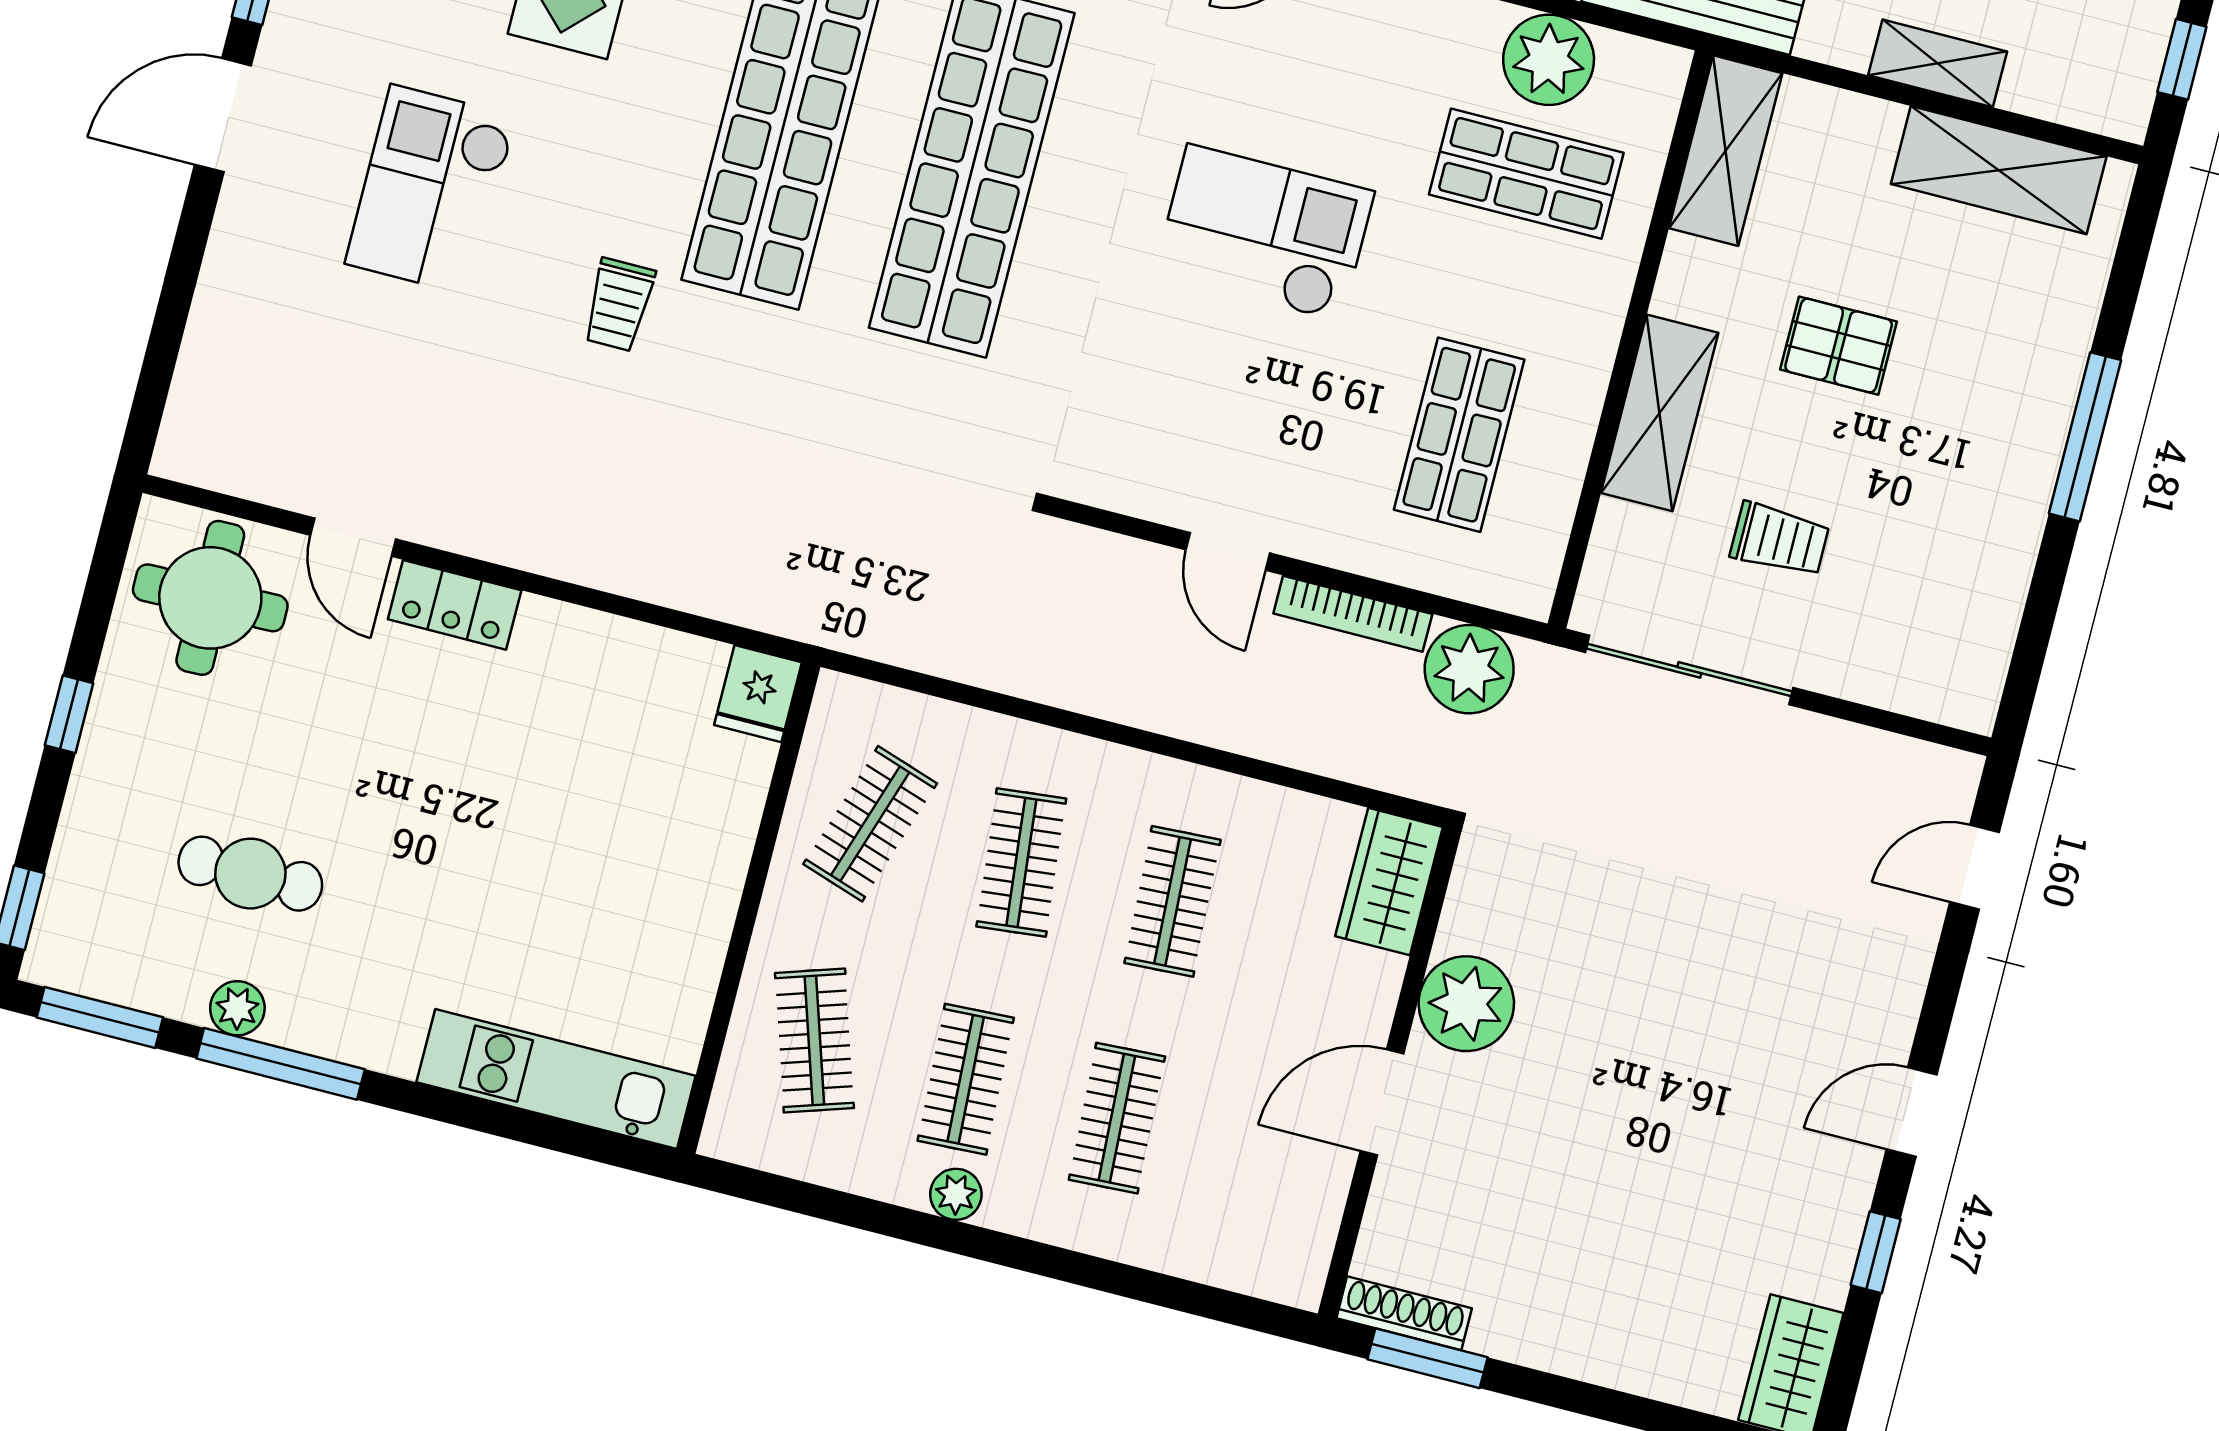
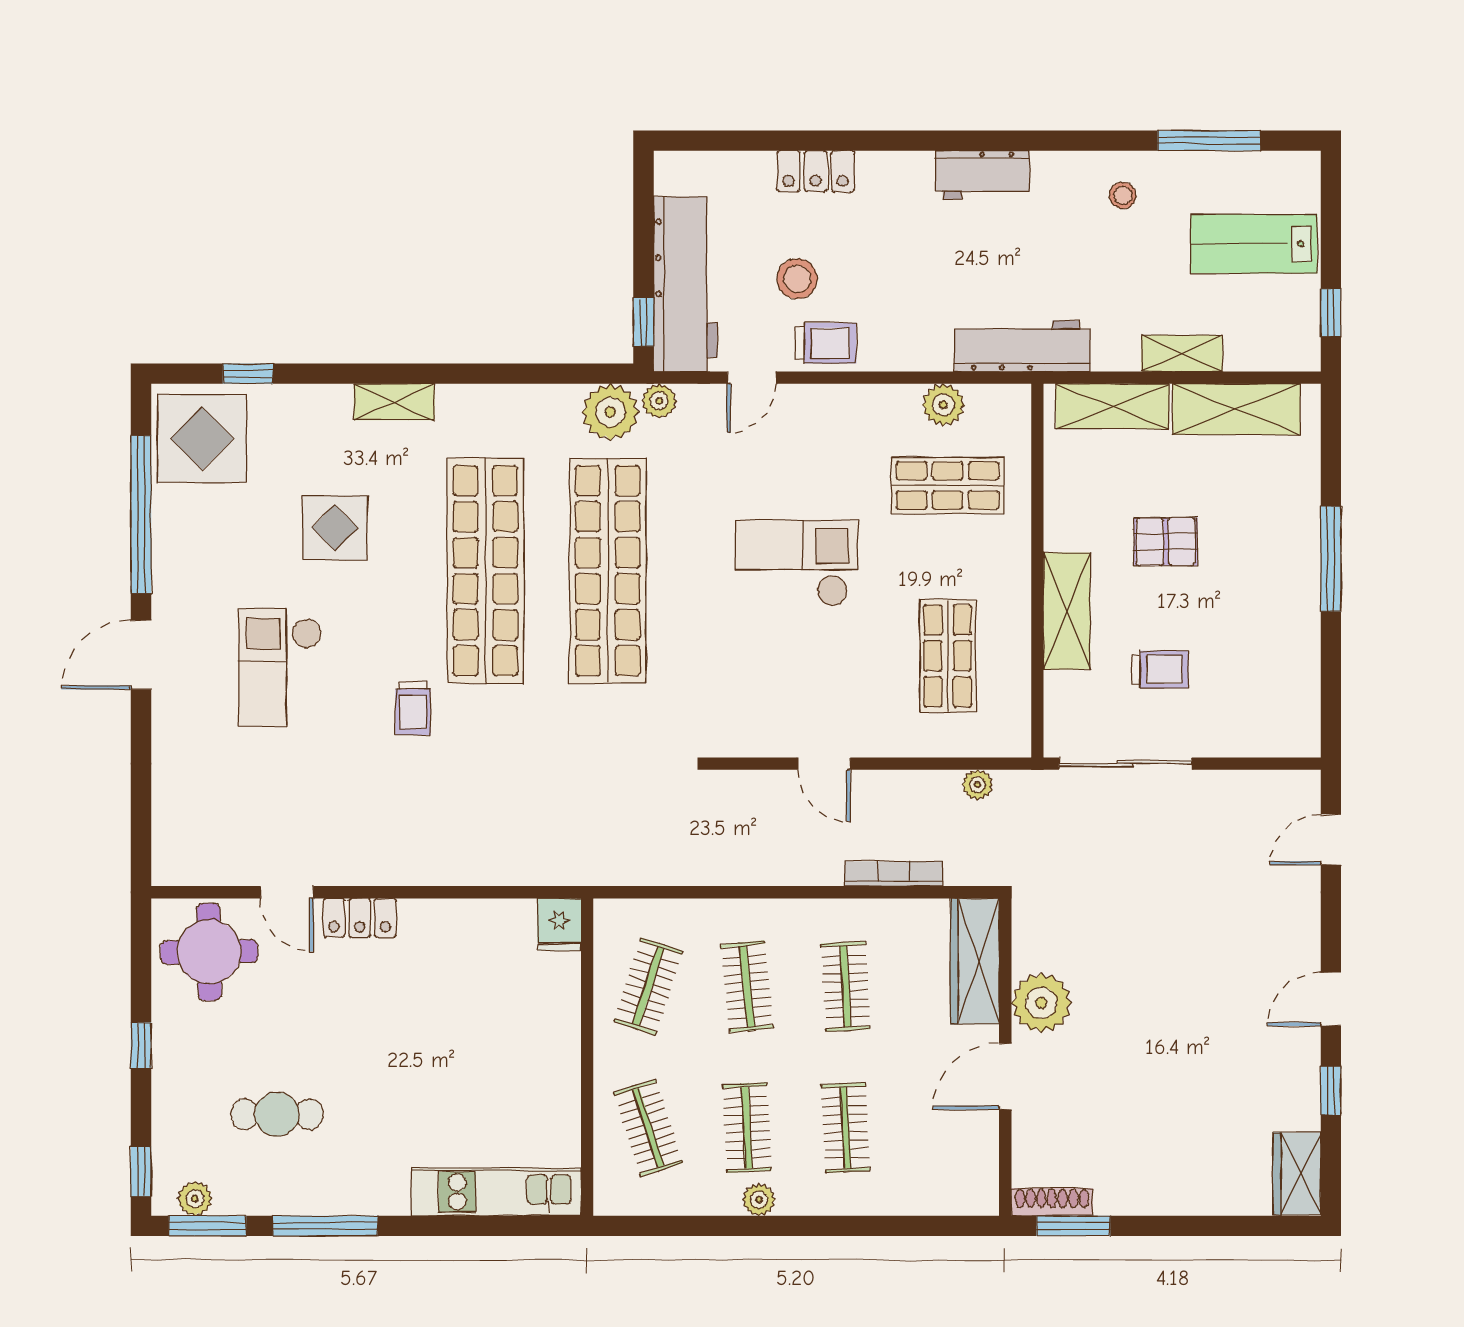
plant: (1549, 60) -> (943, 405), width x0.73, depth x0.73
shelving: (1726, 151) -> (1113, 406), moved, turned 90
bookcase: (1353, 614) -> (894, 874), moved, turned 180
plant: (1469, 669) -> (977, 785), width x0.53, depth x0.53
wardrobe: (1389, 882) -> (975, 961), width x1.50
plant: (237, 1008) -> (195, 1199), moved

